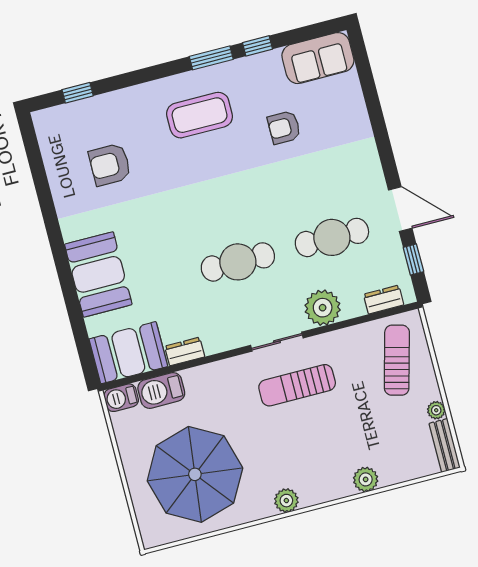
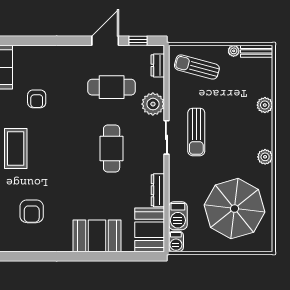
cafe table: (332, 237) -> (112, 87), turned 90
dresser: (185, 351) -> (158, 190), width x1.44

